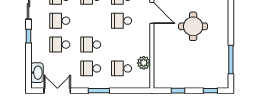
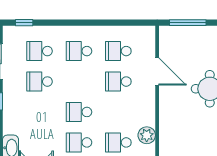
school desk: (60, 45) -> (40, 112), removed

